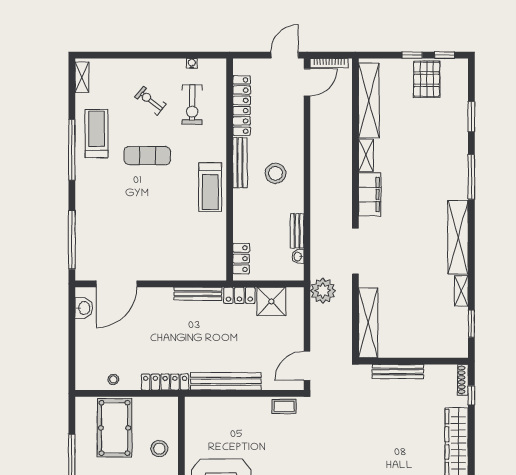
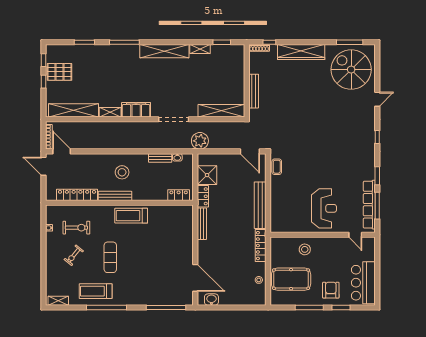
treadmill: (210, 187) -> (131, 216), turned 180

